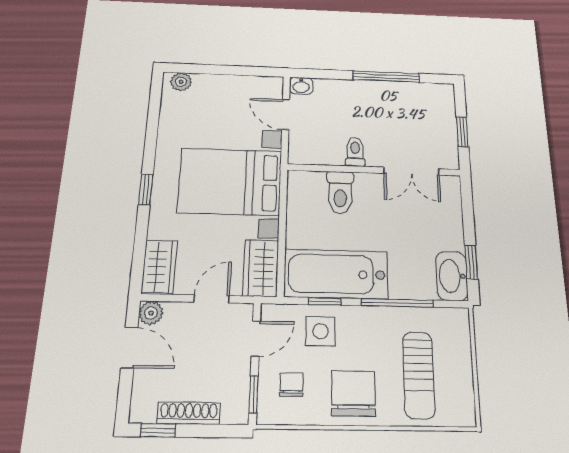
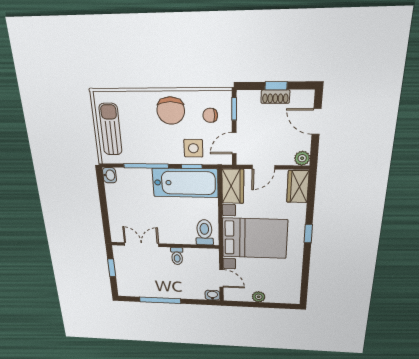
plant: (181, 82) -> (259, 297), moved
toilet: (340, 193) -> (204, 232), moved
window: (471, 262) -> (102, 191), removed
washbasin: (452, 276) -> (109, 175), width x0.52, depth x0.69
door: (129, 347) -> (317, 121), moved
sun lounger: (419, 375) -> (111, 129), moved
chair: (291, 385) -> (210, 115), turned 90
shoe rack: (189, 413) -> (275, 97), width x0.70
window: (158, 430) -> (276, 86), moved

